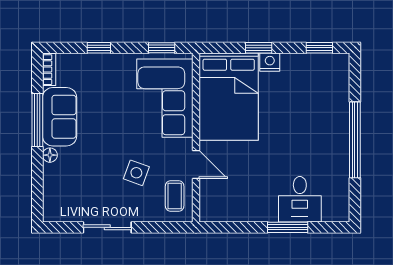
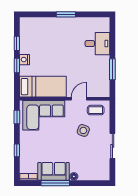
window: (319, 48) -> (17, 43), moved
bed: (229, 97) -> (43, 87), width x0.67
window: (355, 140) -> (66, 14), width x0.47
window: (288, 227) -> (112, 69), moved

